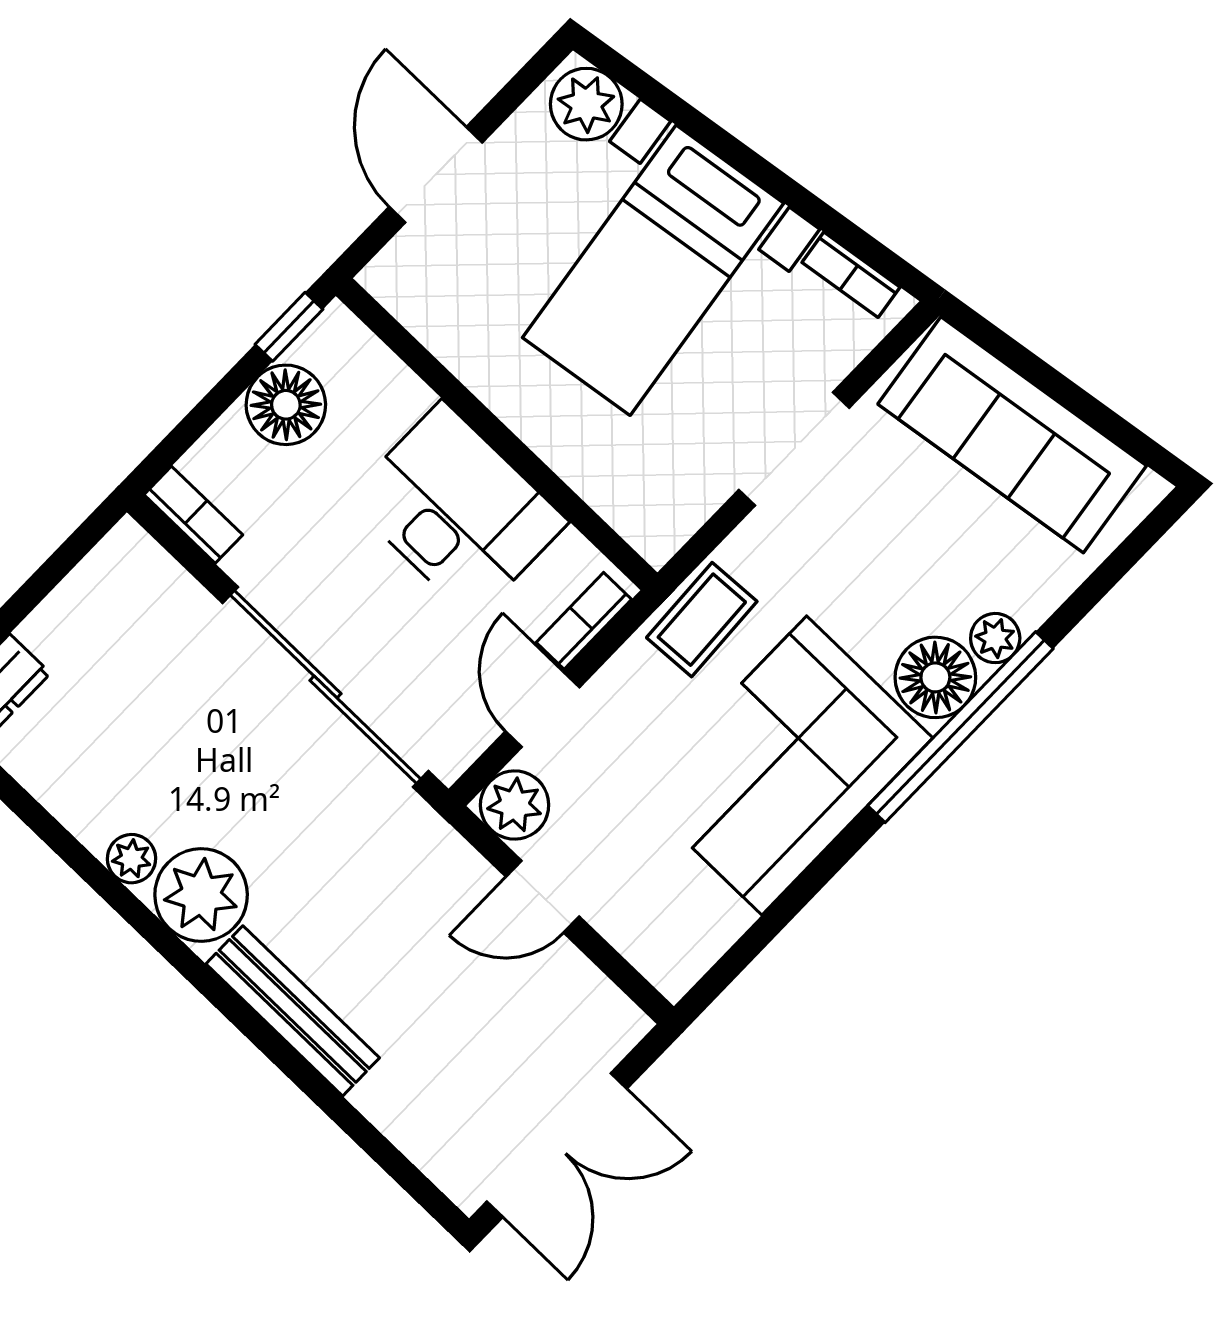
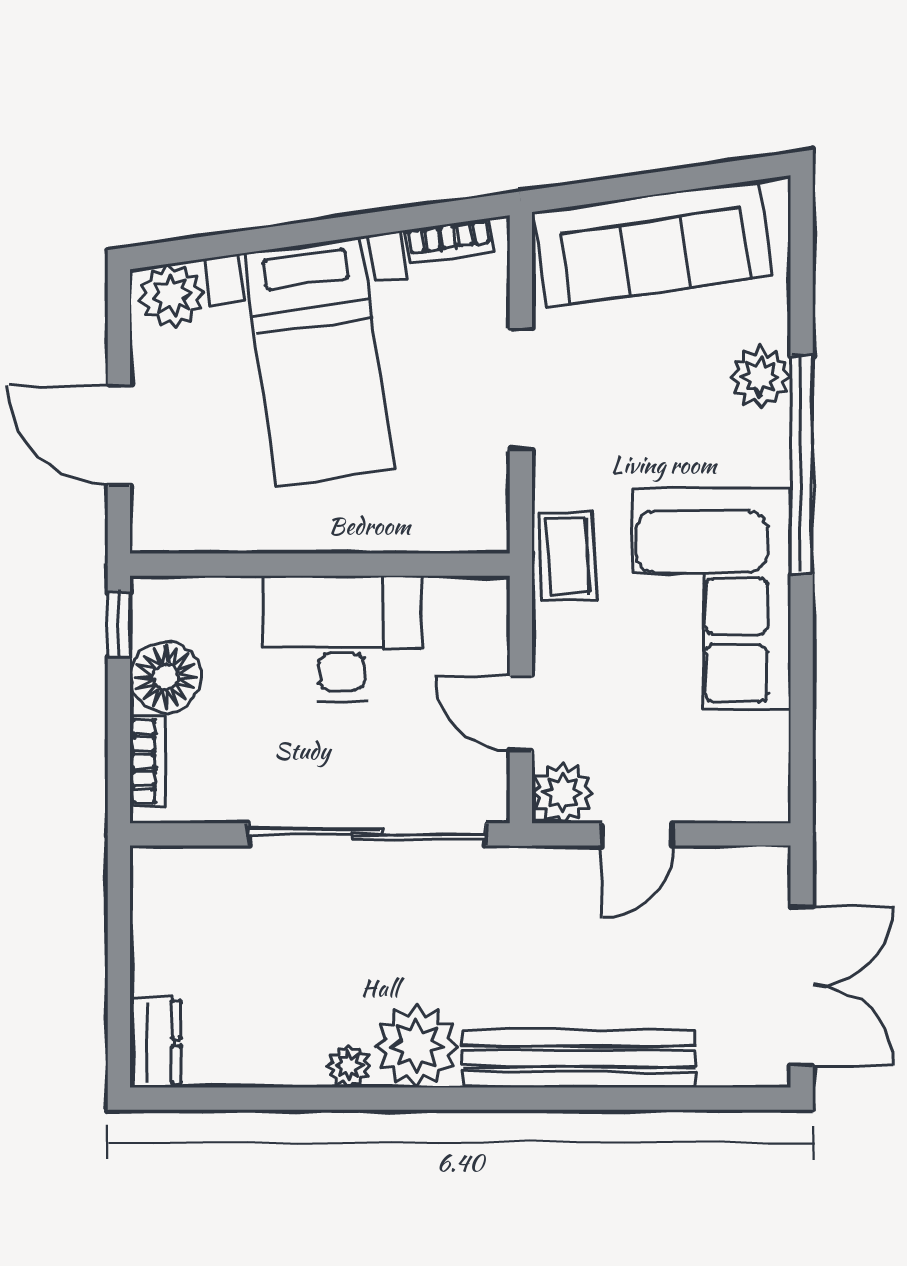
bookcase: (193, 515) -> (148, 761), moved, turned 90
bookcase: (584, 621) -> (492, 631), removed
plant: (995, 638) -> (760, 377), width x1.38, depth x1.38
floor lamp: (935, 677) -> (755, 448), removed
bench: (293, 1011) -> (579, 1059), width x1.37, depth x1.21

